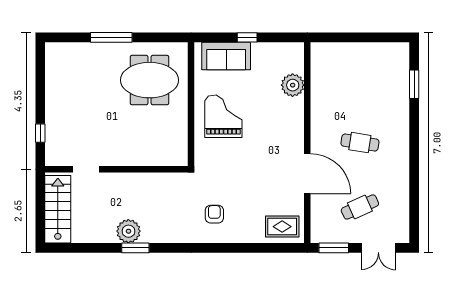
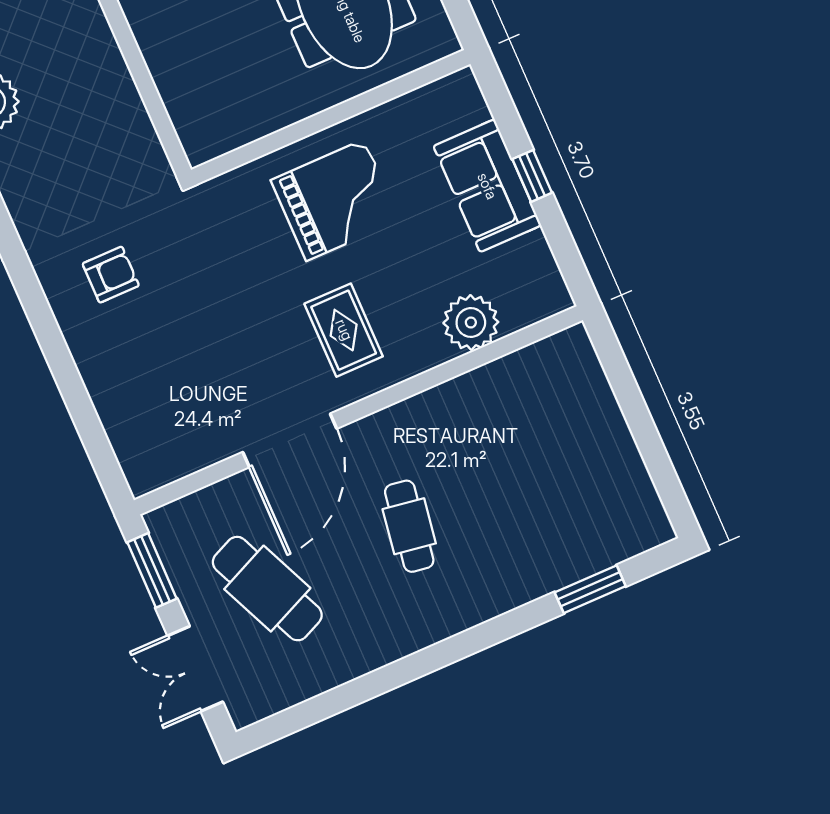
sofa: (226, 56) -> (487, 186), moved
cafe table: (360, 207) -> (267, 589), width x1.37, depth x1.35
rug: (282, 227) -> (344, 330), moved

